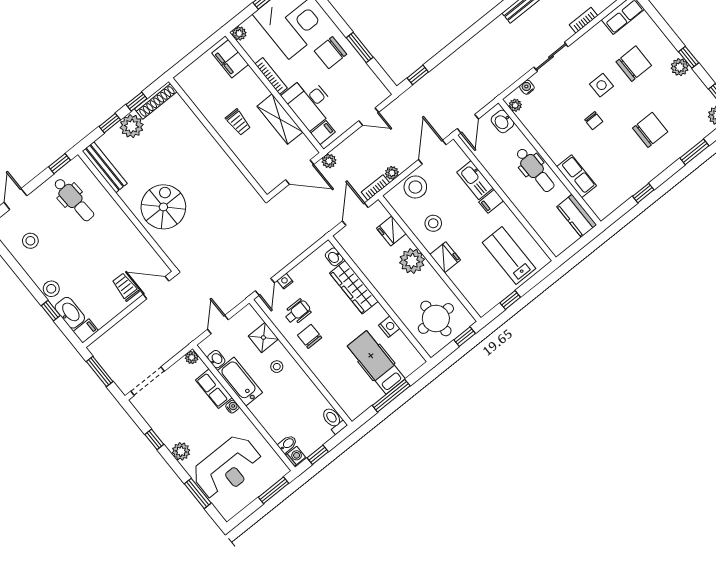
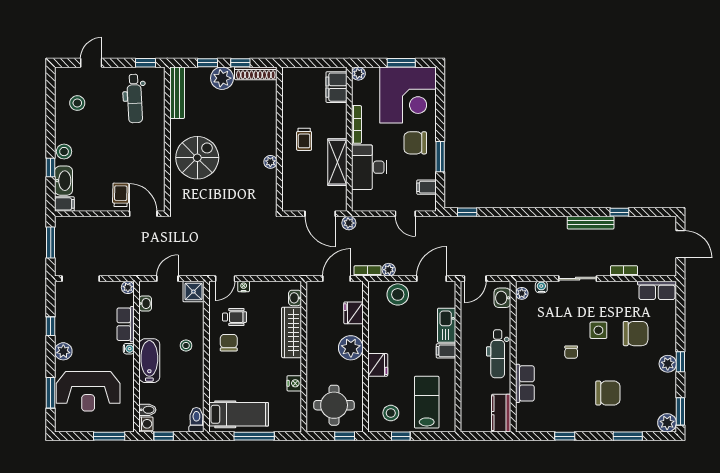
filing cabinet: (323, 133) -> (426, 187), moved, turned 180
plant: (226, 163) -> (270, 162), added
stool: (433, 223) -> (391, 413), moved
shower: (263, 338) -> (193, 292), moved
hospital bed: (376, 362) -> (239, 414), moved, turned 90
bathtub: (240, 382) -> (149, 361), moved

